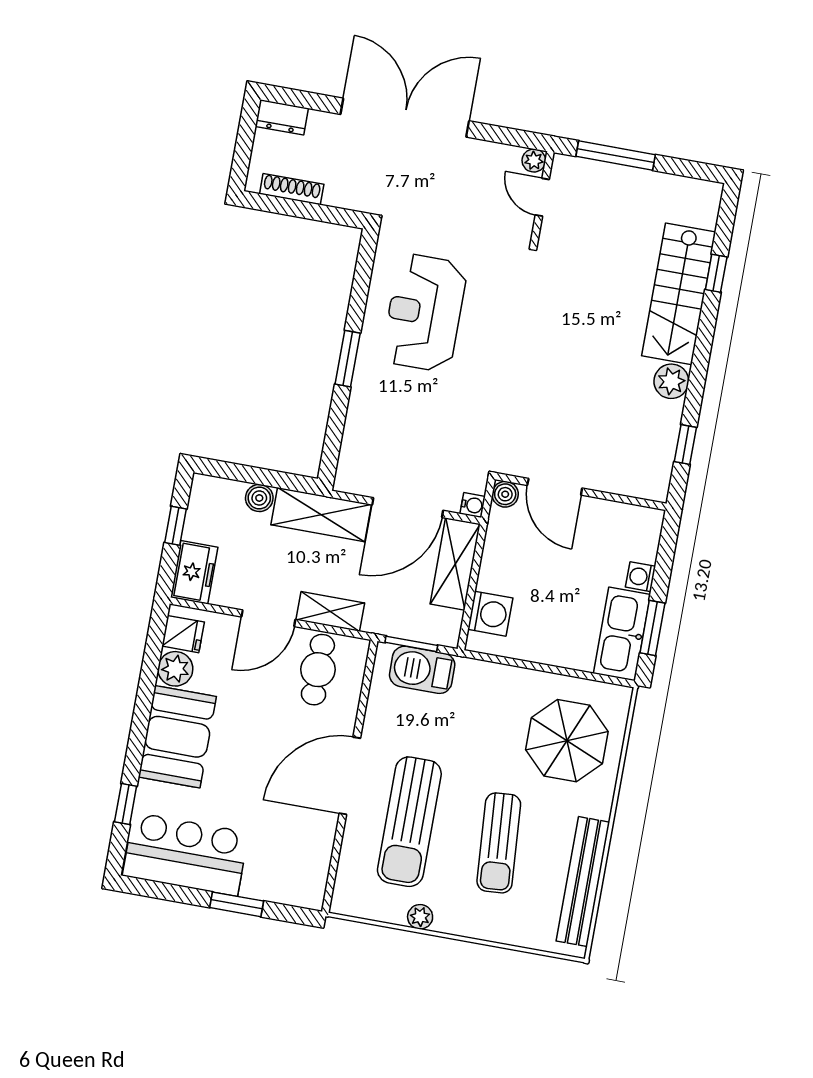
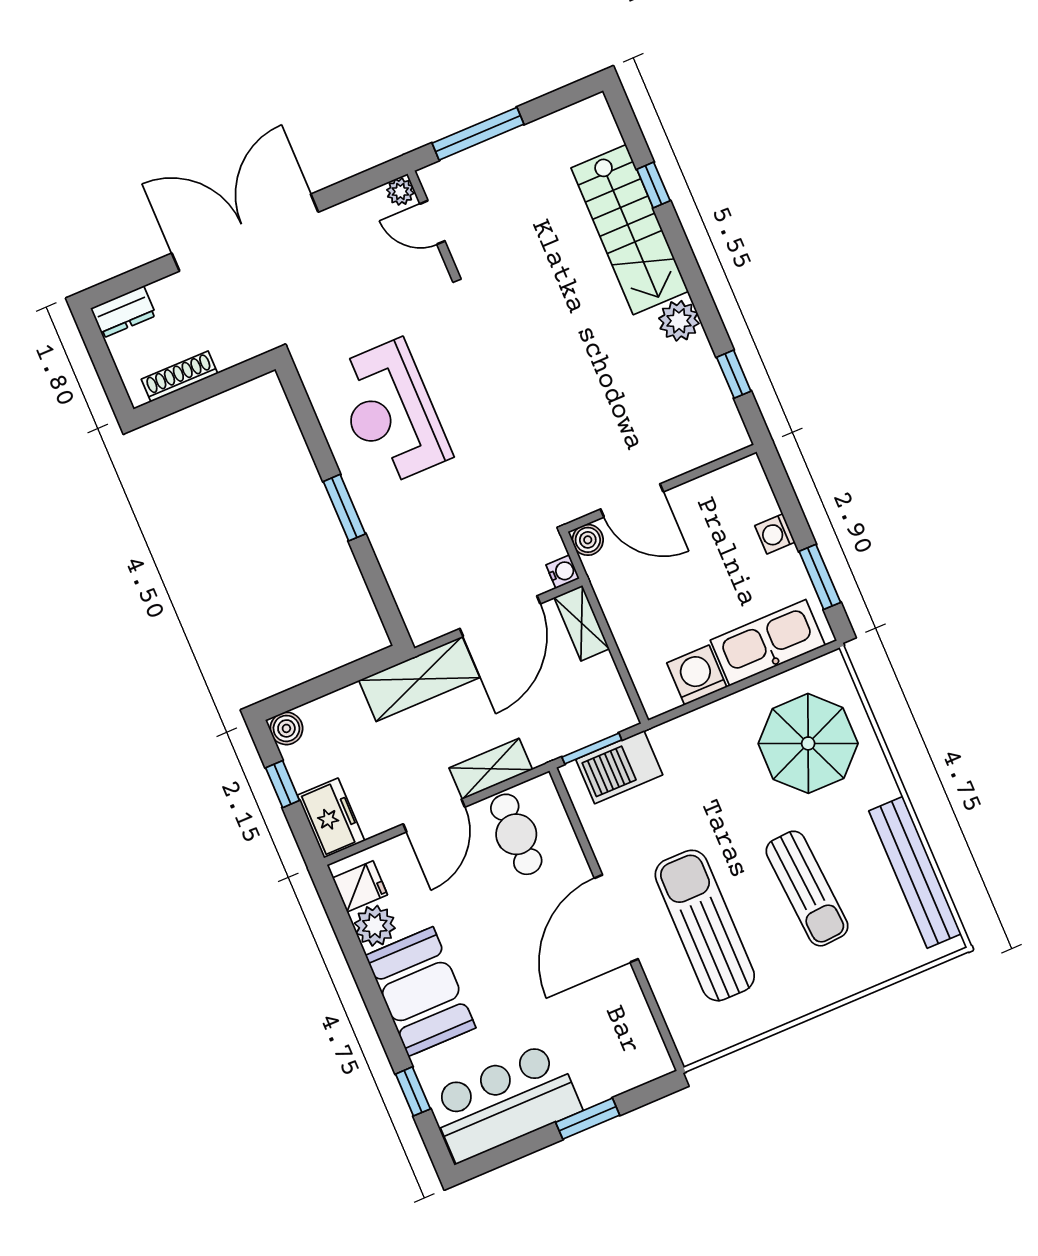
boiler: (259, 498) -> (286, 728), moved
shelving: (455, 564) -> (582, 623), width x0.67, depth x0.75
washing machine: (490, 614) -> (697, 675), moved, turned -90
kitchen sink: (622, 634) -> (768, 643), moved, turned 90
sun lounger: (409, 822) -> (705, 925), turned 180
plant: (420, 917) -> (777, 1012), removed

